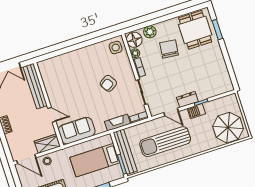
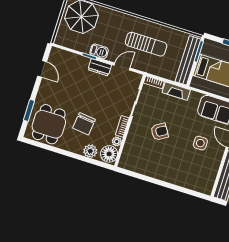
side table: (116, 48) -> (200, 143), moved
door: (230, 68) -> (42, 69), added
door: (171, 112) -> (122, 67), hinge flipped
sun lounger: (165, 142) -> (146, 44), width x0.73, depth x0.75

